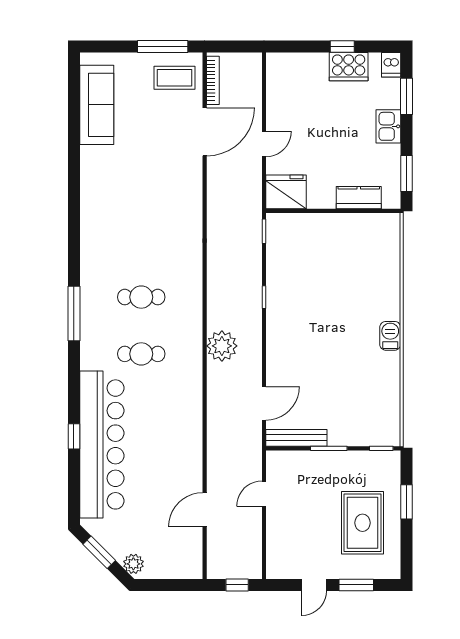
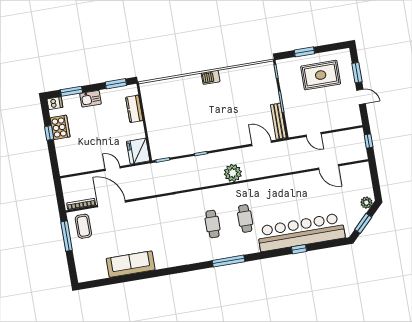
sofa: (97, 105) -> (131, 264), moved

